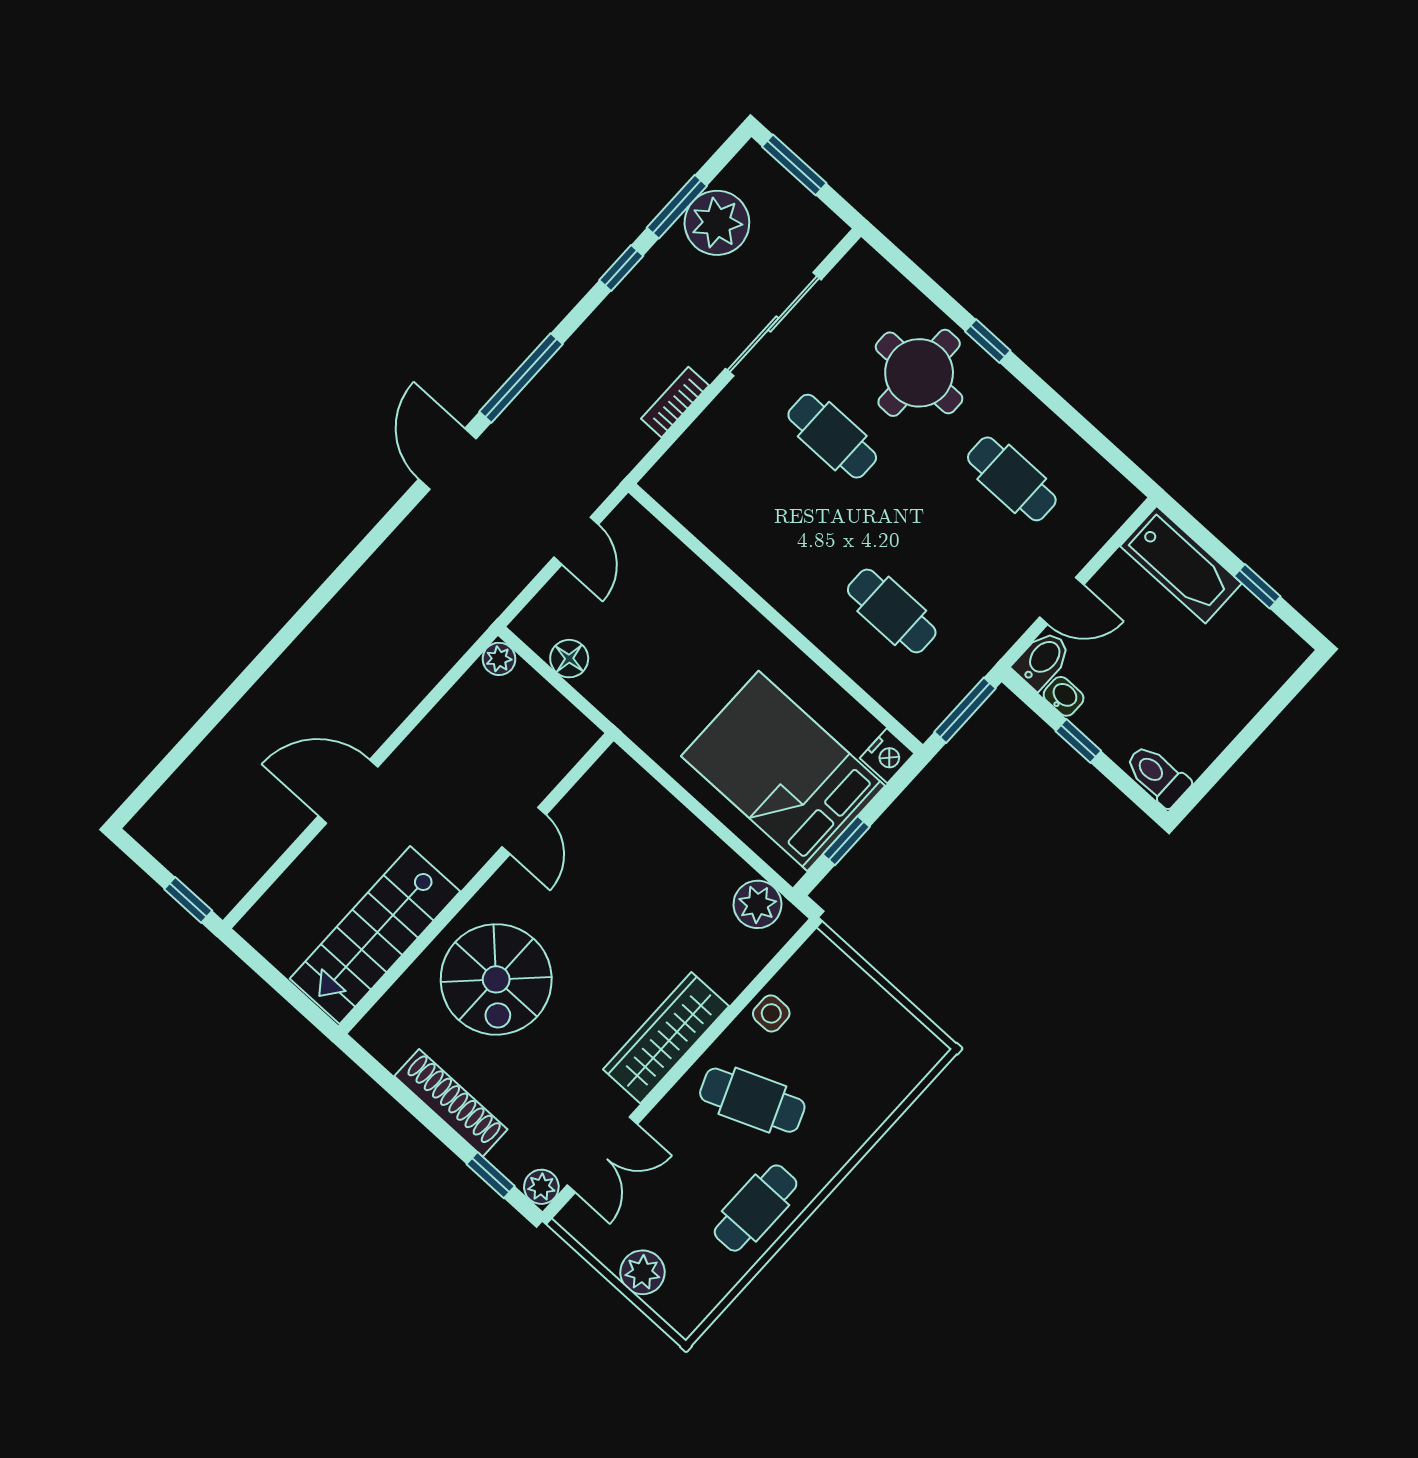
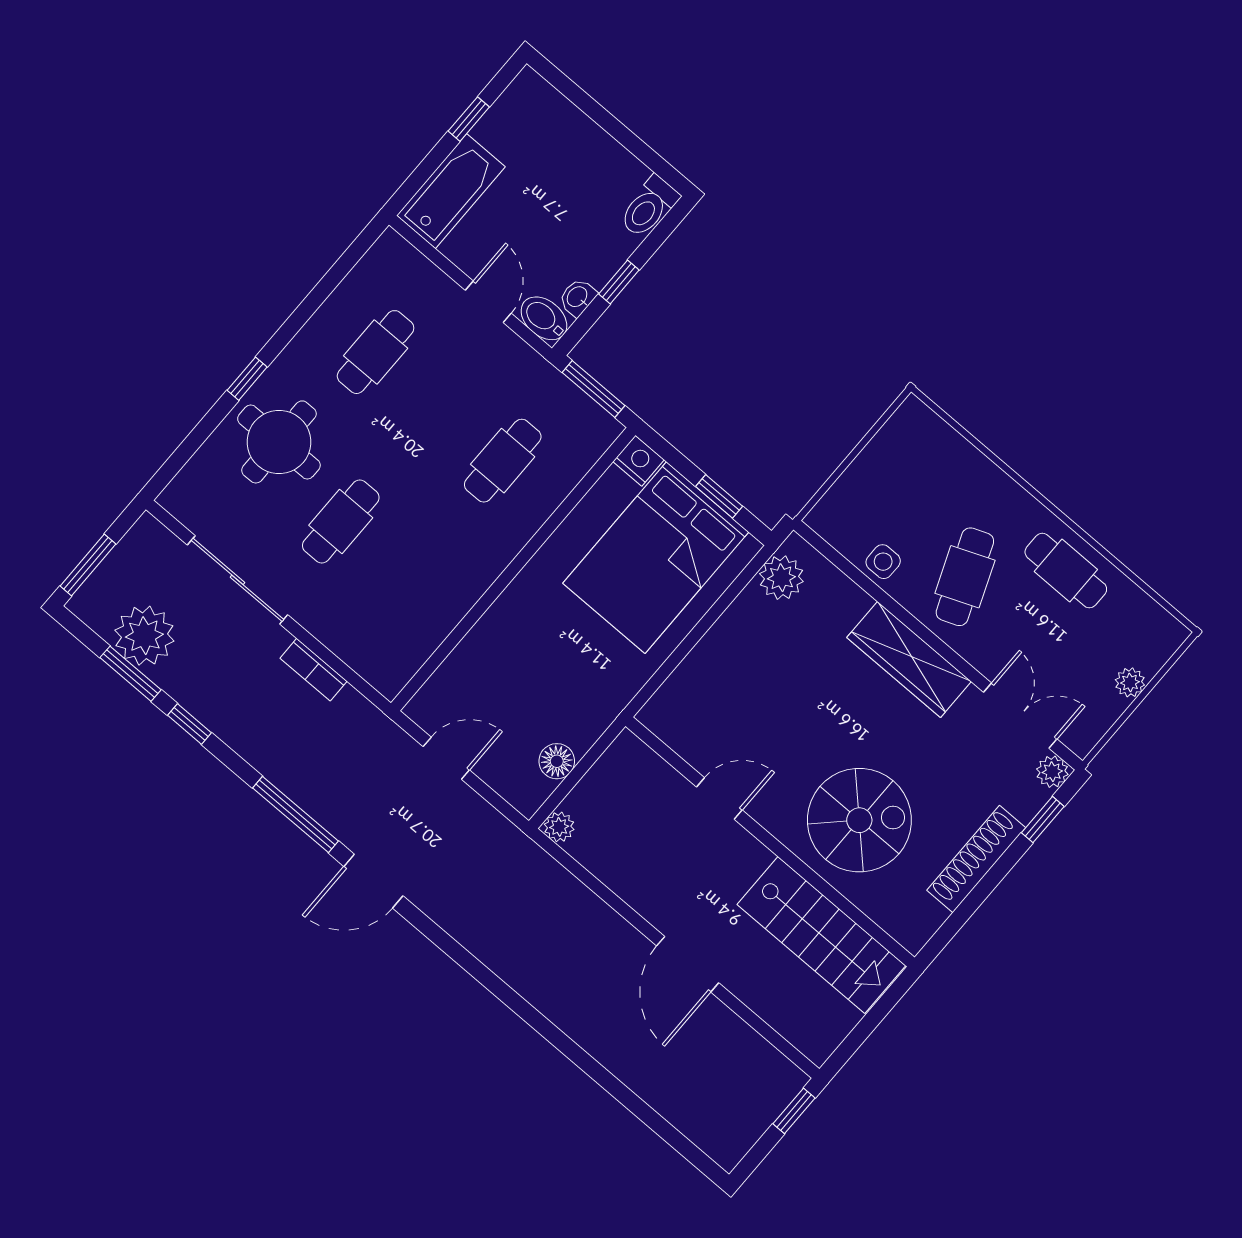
plant: (642, 1272) -> (1130, 682), width x0.73, depth x0.73

